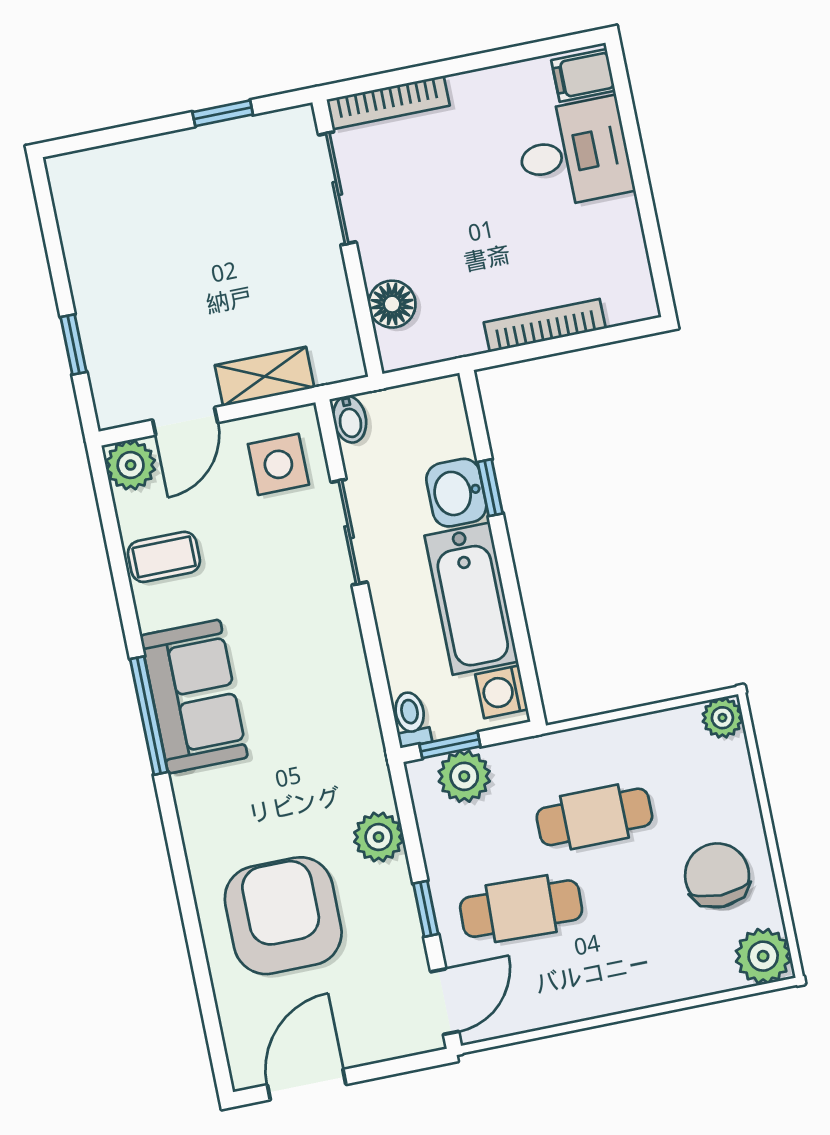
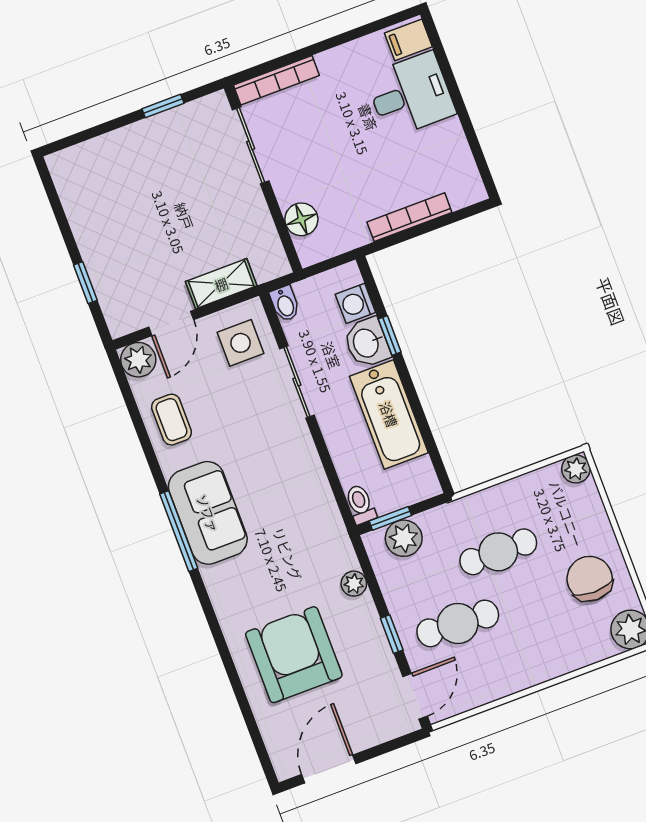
coffee table: (164, 557) -> (172, 420), turned 90
washing machine: (502, 692) -> (355, 303), moved
plant: (379, 837) -> (354, 584), width x0.73, depth x0.73

